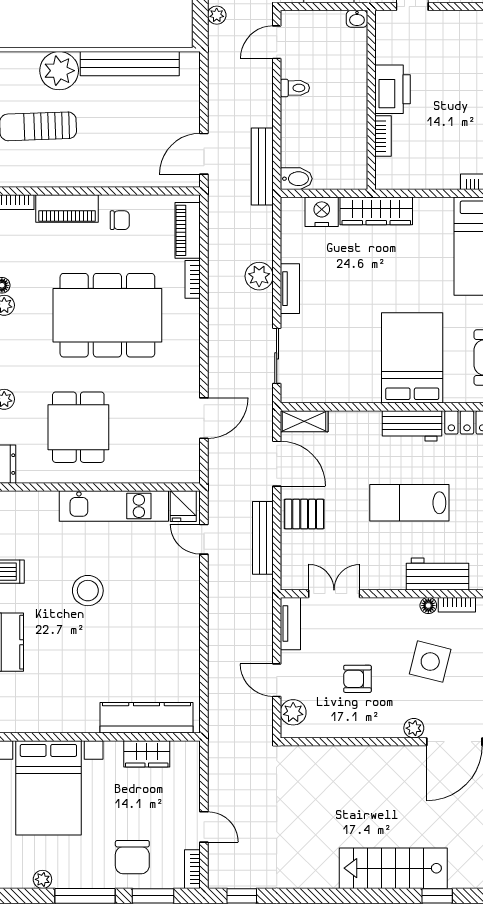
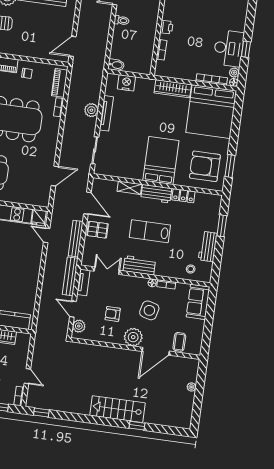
printer: (392, 89) -> (167, 27), width x0.53, depth x0.68
bench: (262, 166) -> (70, 276), moved
wardrobe: (376, 211) -> (173, 89), moved
tv unit: (290, 289) -> (106, 113), width x1.41
shelving: (304, 421) -> (129, 188), moved
workbench: (438, 574) -> (139, 265), moved
plant: (414, 728) -> (133, 337), width x1.88, depth x1.88

